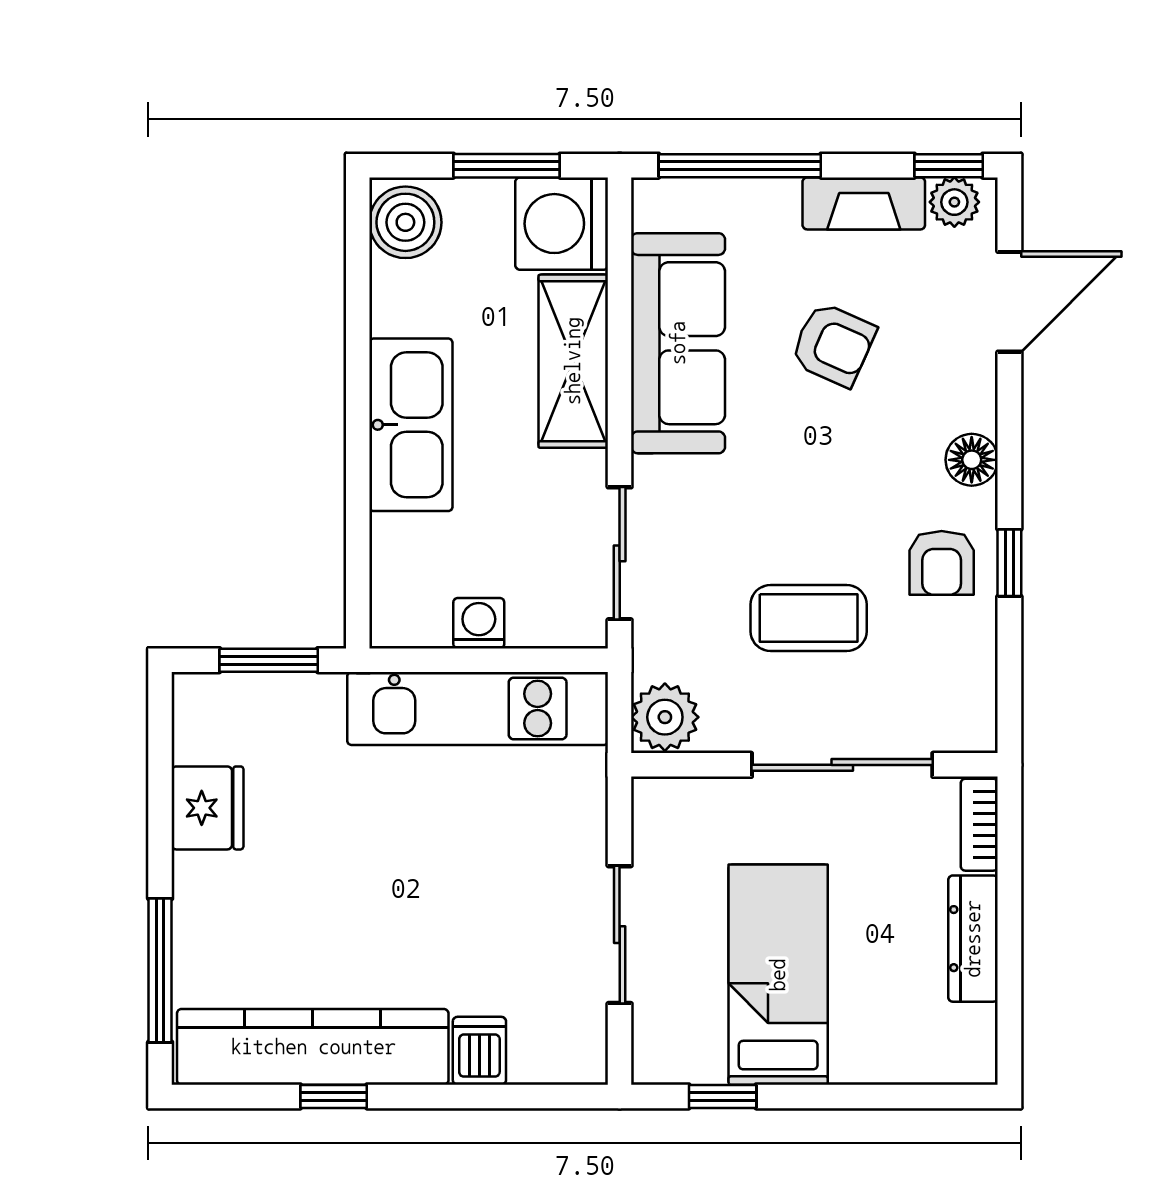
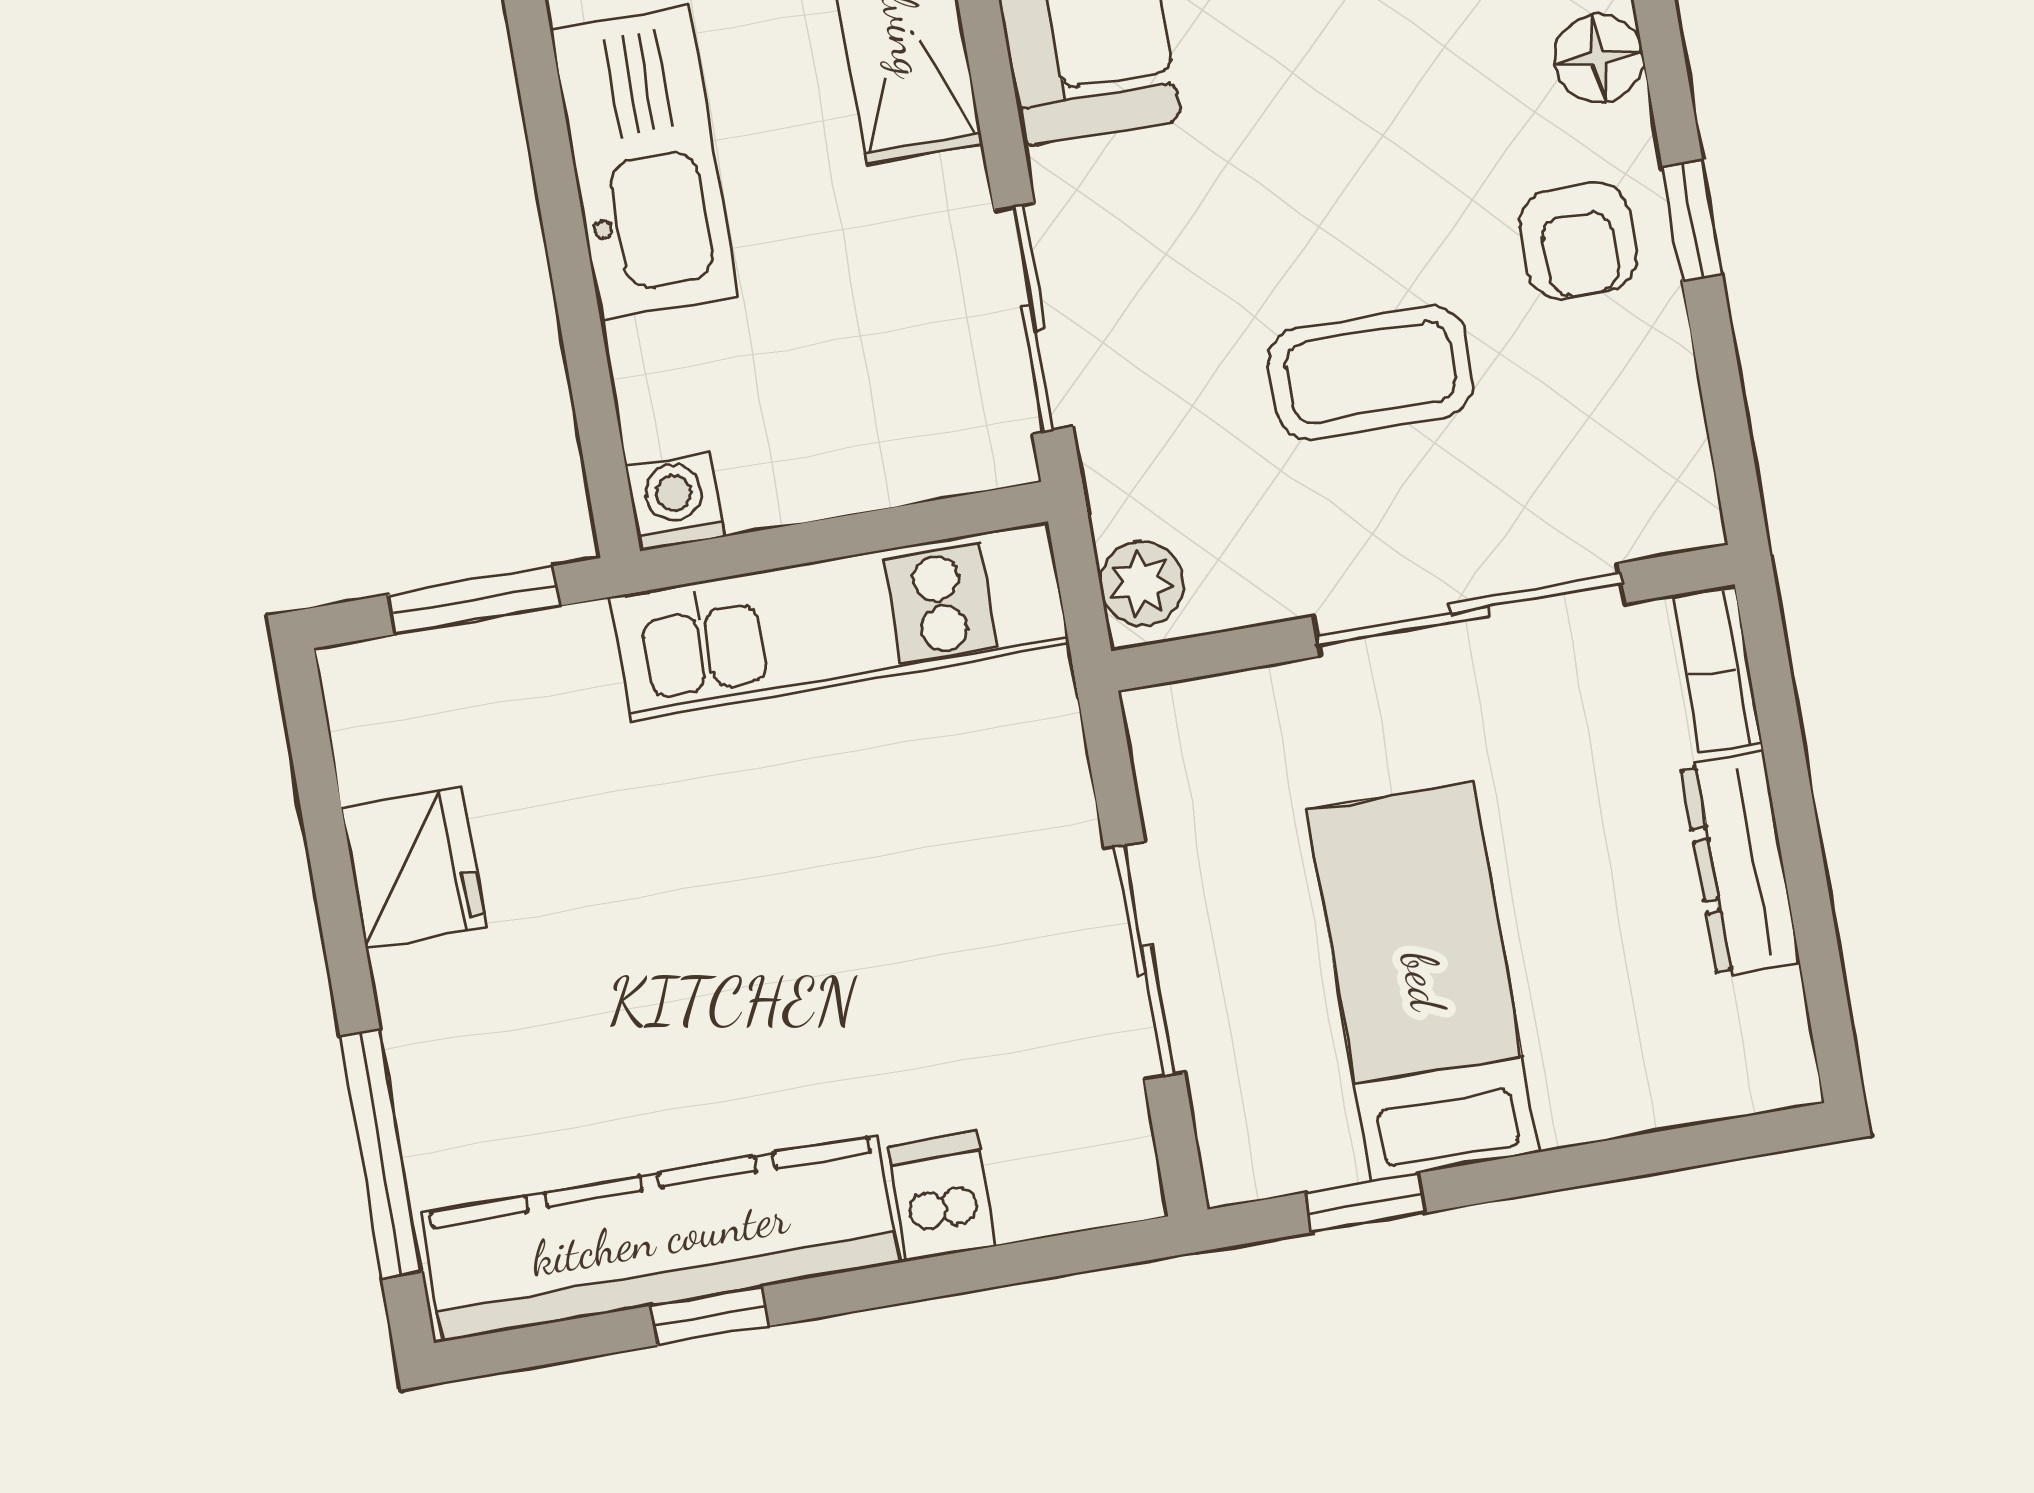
washing machine: (479, 623) -> (675, 501), moved
plant: (665, 717) -> (1142, 584), width x0.73, depth x0.73

